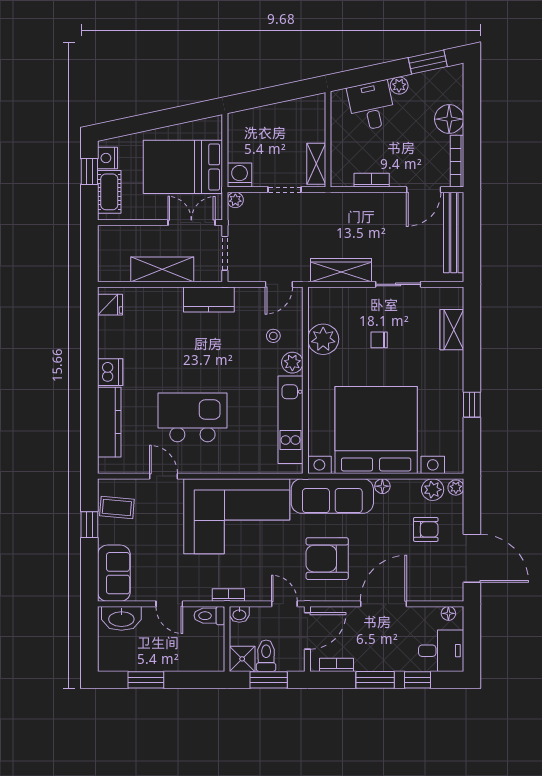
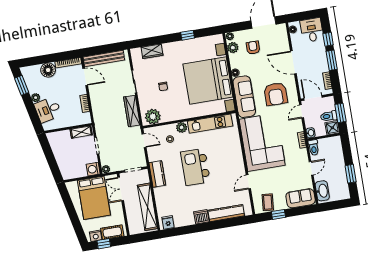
shelving: (162, 269) -> (147, 207), width x1.47
plant: (323, 339) -> (153, 117), moved
kitchen island: (192, 417) -> (195, 167), moved

